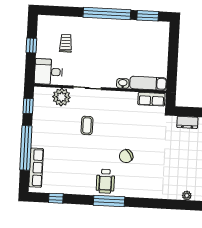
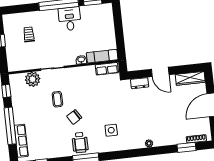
desk: (48, 72) -> (70, 19), moved, turned 90
chair: (126, 156) -> (74, 117), moved
side table: (145, 173) -> (111, 130), added

